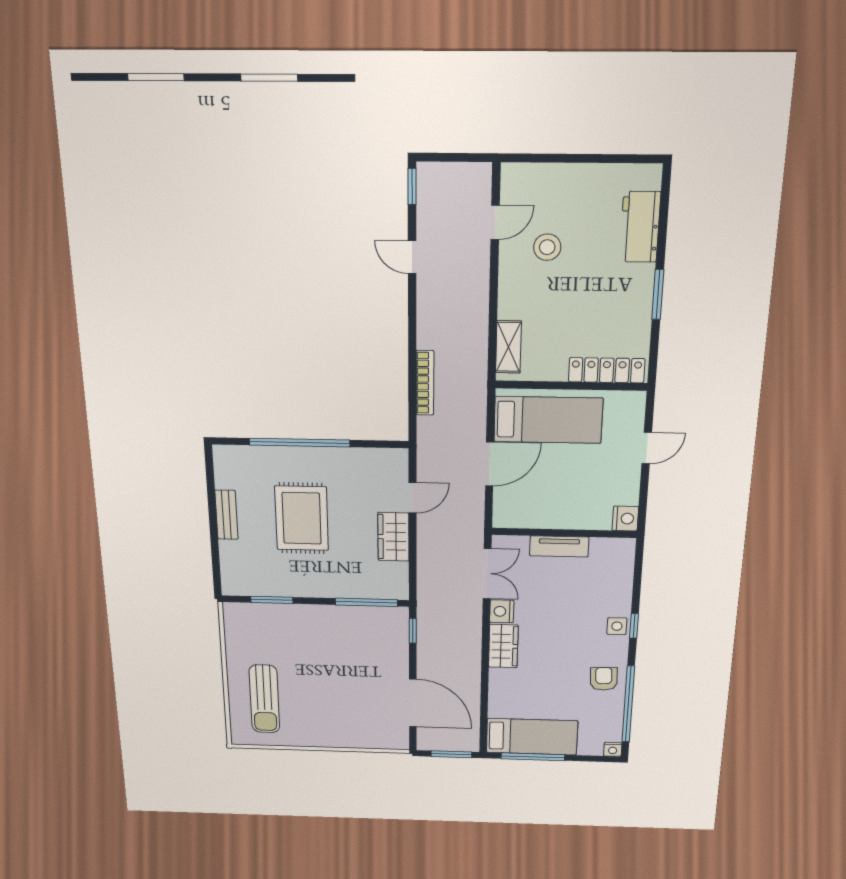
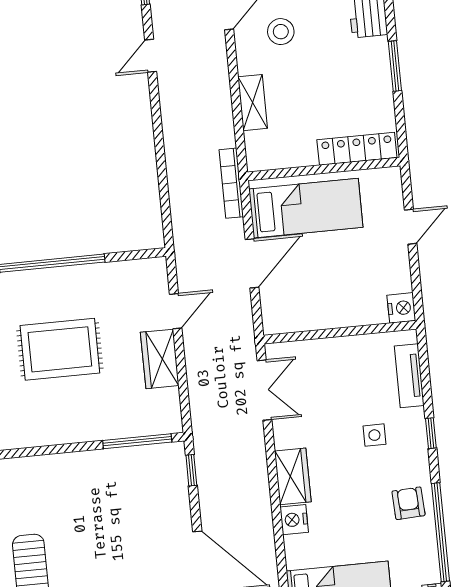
door: (412, 257) -> (151, 56), hinge flipped
shelving: (509, 347) -> (253, 103), moved
bookcase: (425, 383) -> (231, 183), moved, turned 180
rug: (302, 518) -> (60, 349), turned 90
tv unit: (559, 546) -> (409, 376), moved, turned 90
window: (272, 600) -> (33, 451), removed
nightstand: (502, 611) -> (294, 520), moved
side table: (617, 626) -> (374, 435), moved

